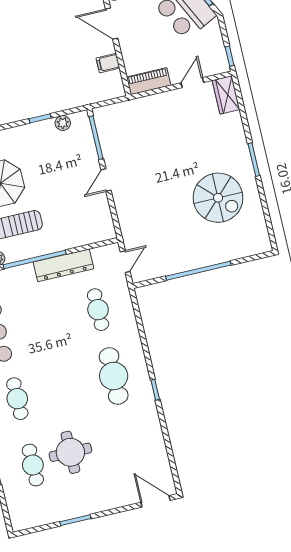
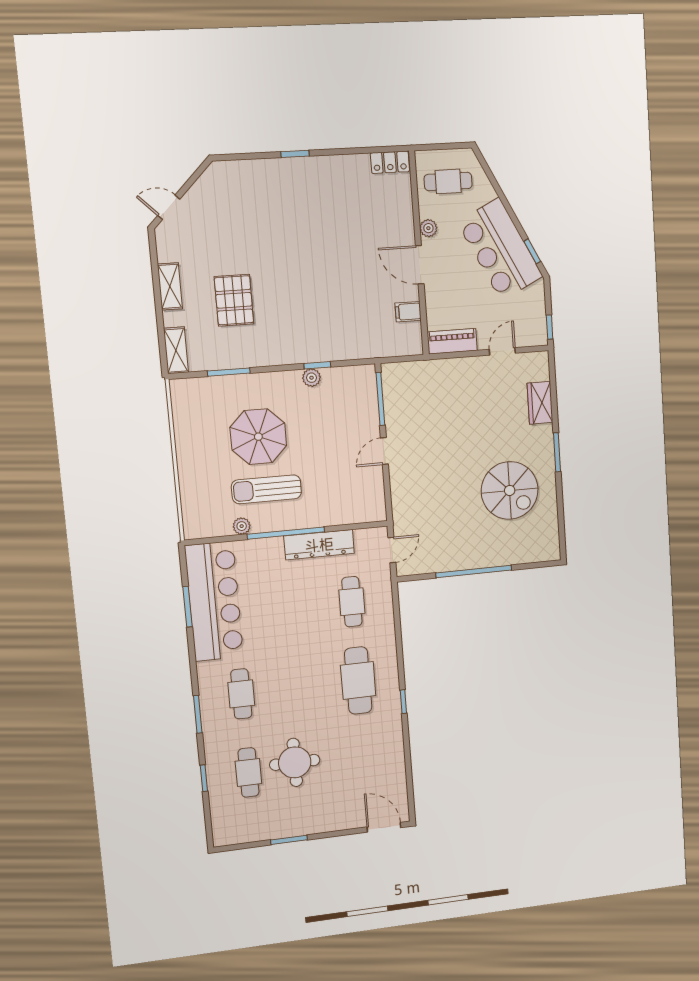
wardrobe: (226, 95) -> (540, 403), moved
plant: (63, 123) -> (312, 378), moved

